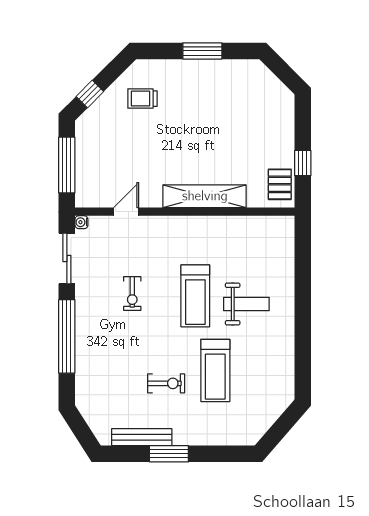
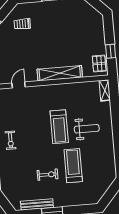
shelving: (286, 235) -> (105, 90), added
exercise bike: (132, 293) -> (10, 140), moved
treadmill: (215, 370) -> (73, 166), turned 180

